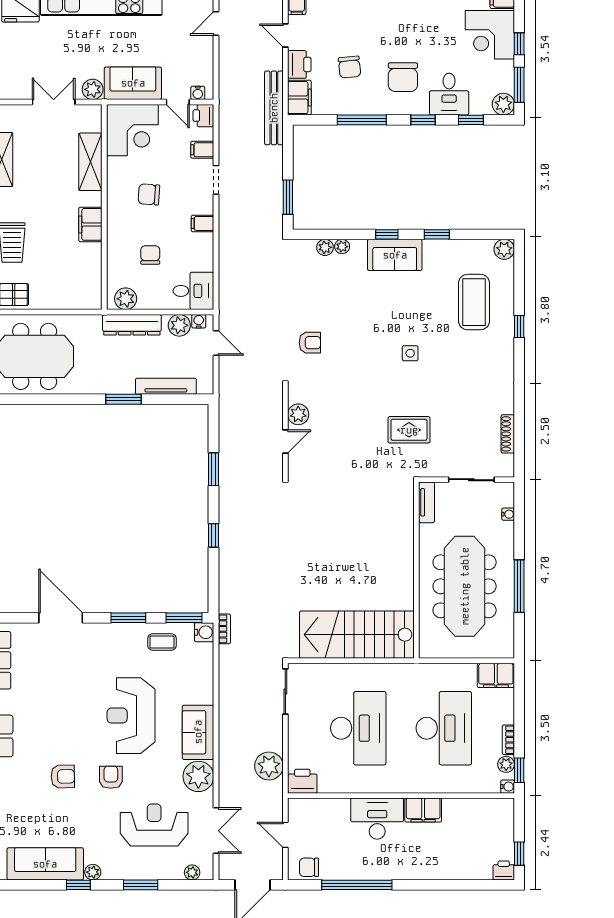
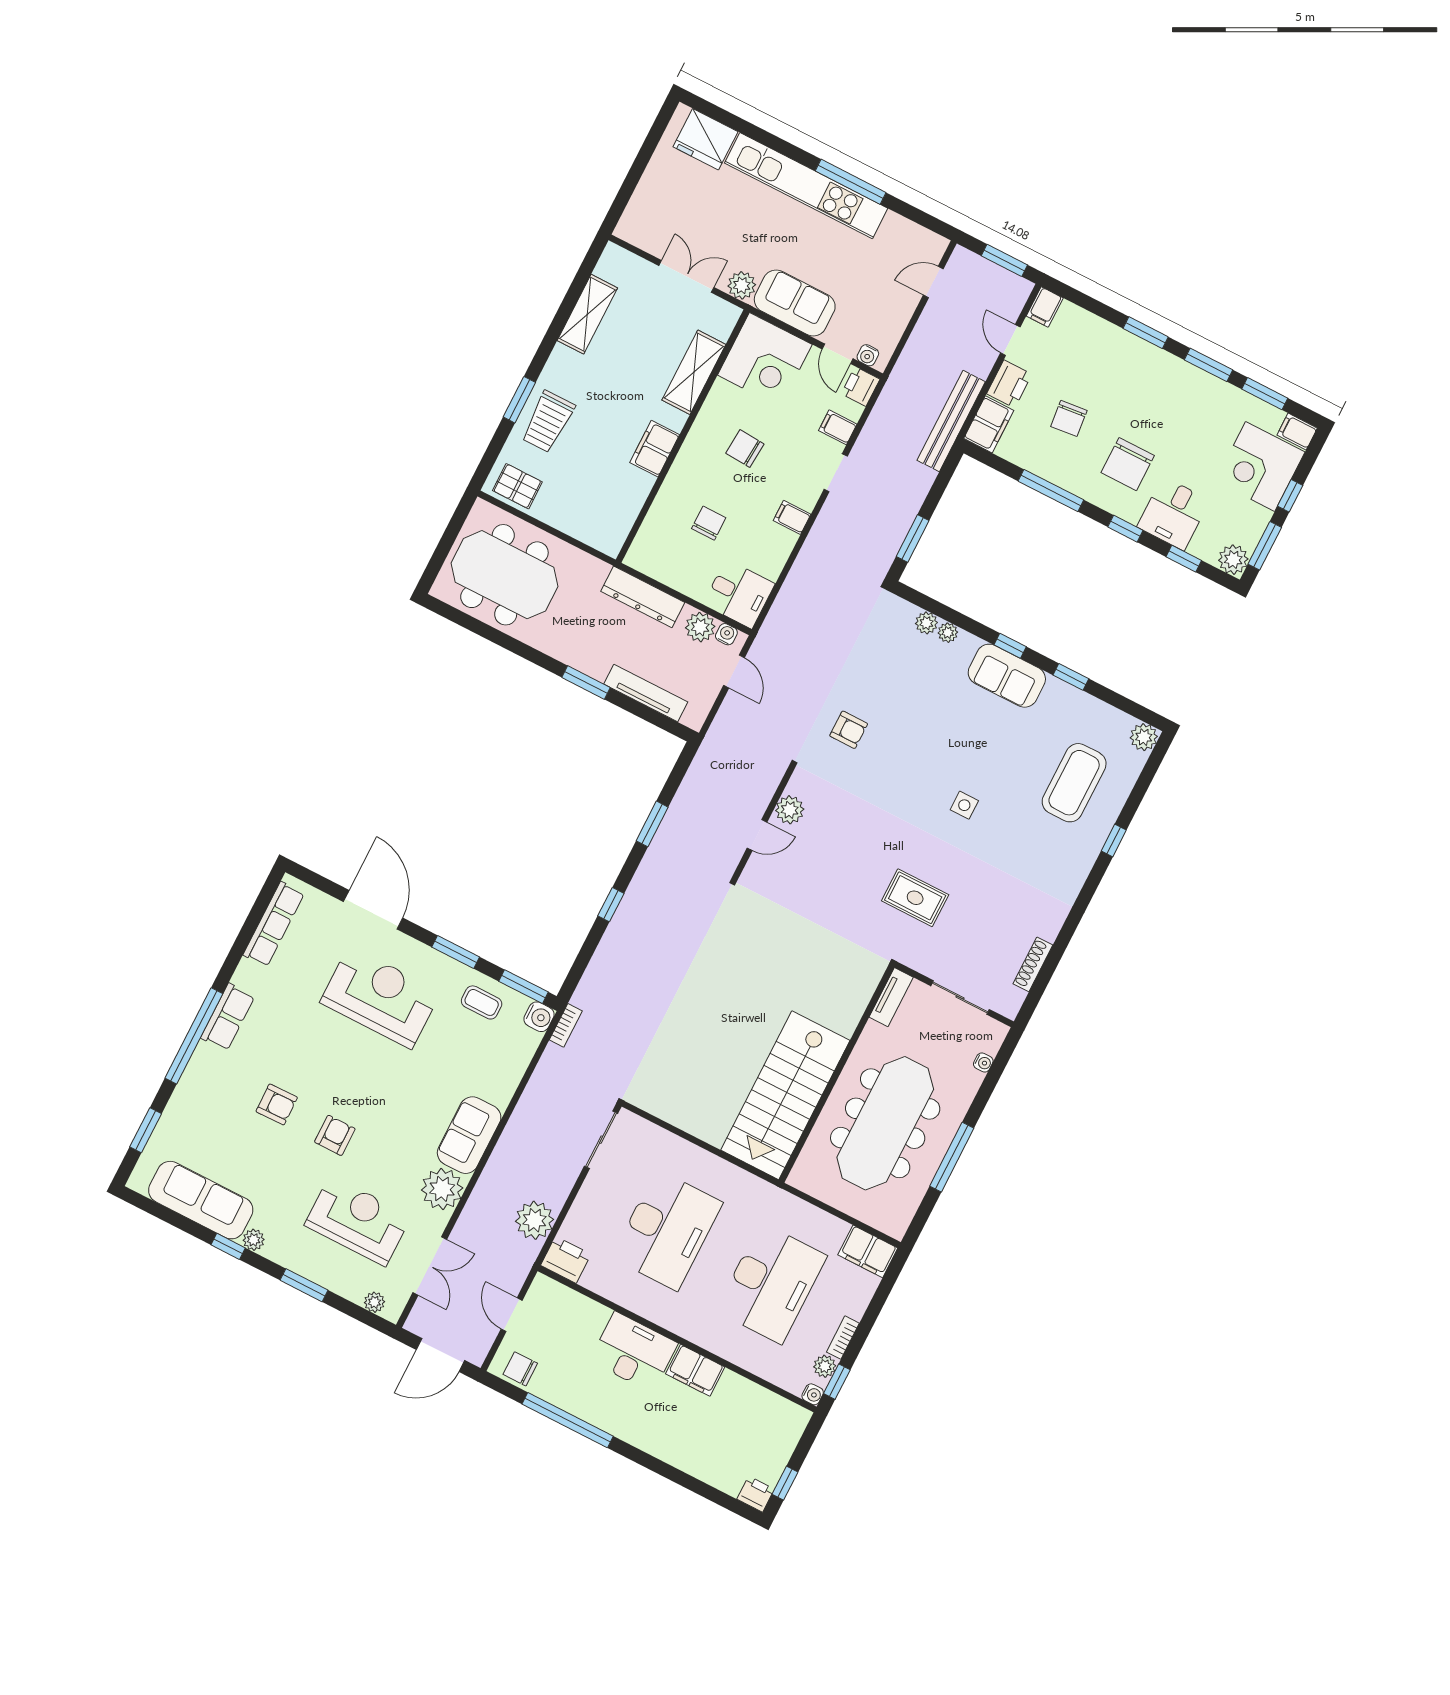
plant: (126, 299) -> (651, 561), removed
stairs: (357, 635) -> (785, 1095), moved, turned -90
reception desk: (131, 716) -> (380, 997), moved, turned 90

